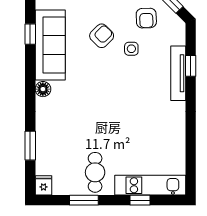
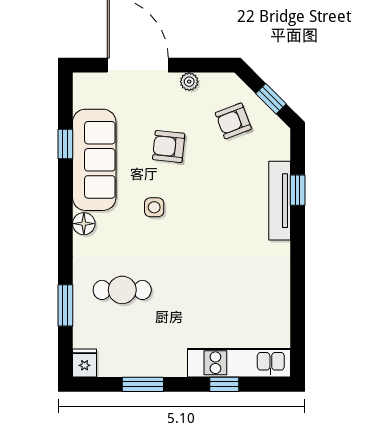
armchair: (146, 18) -> (233, 121), turned 71
armchair: (102, 36) -> (169, 147), turned -129
side table: (131, 49) -> (154, 207), moved
cafe table: (95, 172) -> (122, 290), moved, turned 90

